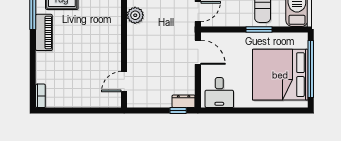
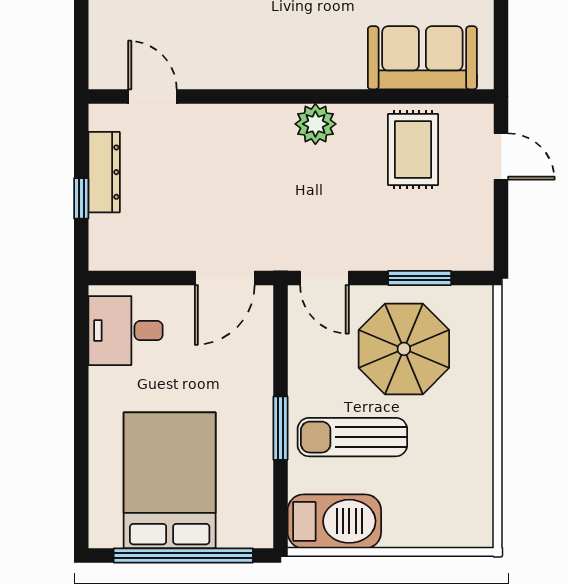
bed: (280, 75) -> (170, 480), width x0.73
dresser: (184, 101) -> (104, 172), moved, width x1.44
window: (178, 111) -> (81, 198), moved

